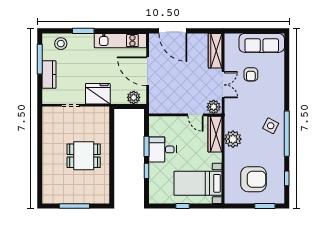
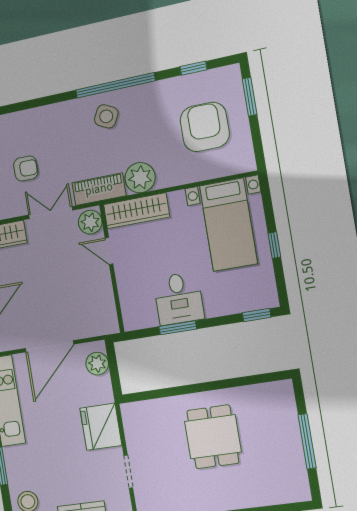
door: (196, 115) -> (109, 251), swing flipped
piano: (231, 115) -> (99, 189), added
window: (146, 171) -> (257, 315), moved

